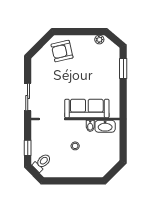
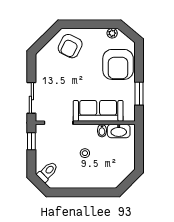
armchair: (62, 51) -> (70, 46), turned -51
armchair: (104, 67) -> (118, 64), added
window: (123, 69) -> (139, 94), moved
window: (28, 148) -> (31, 141), moved

